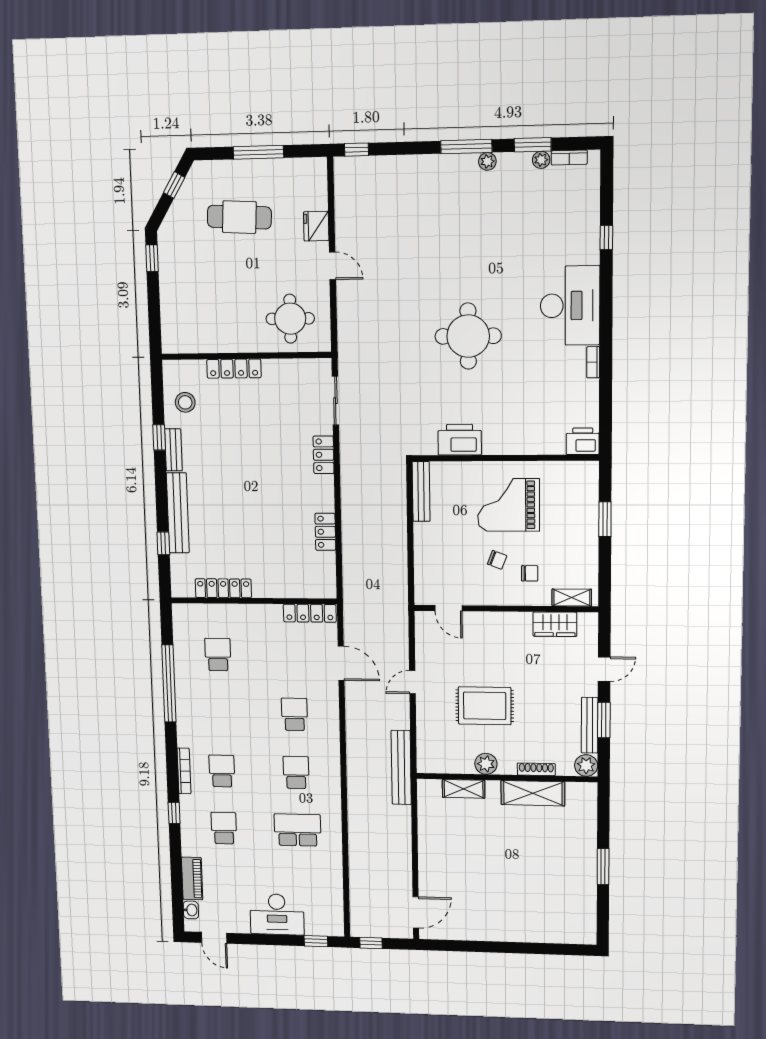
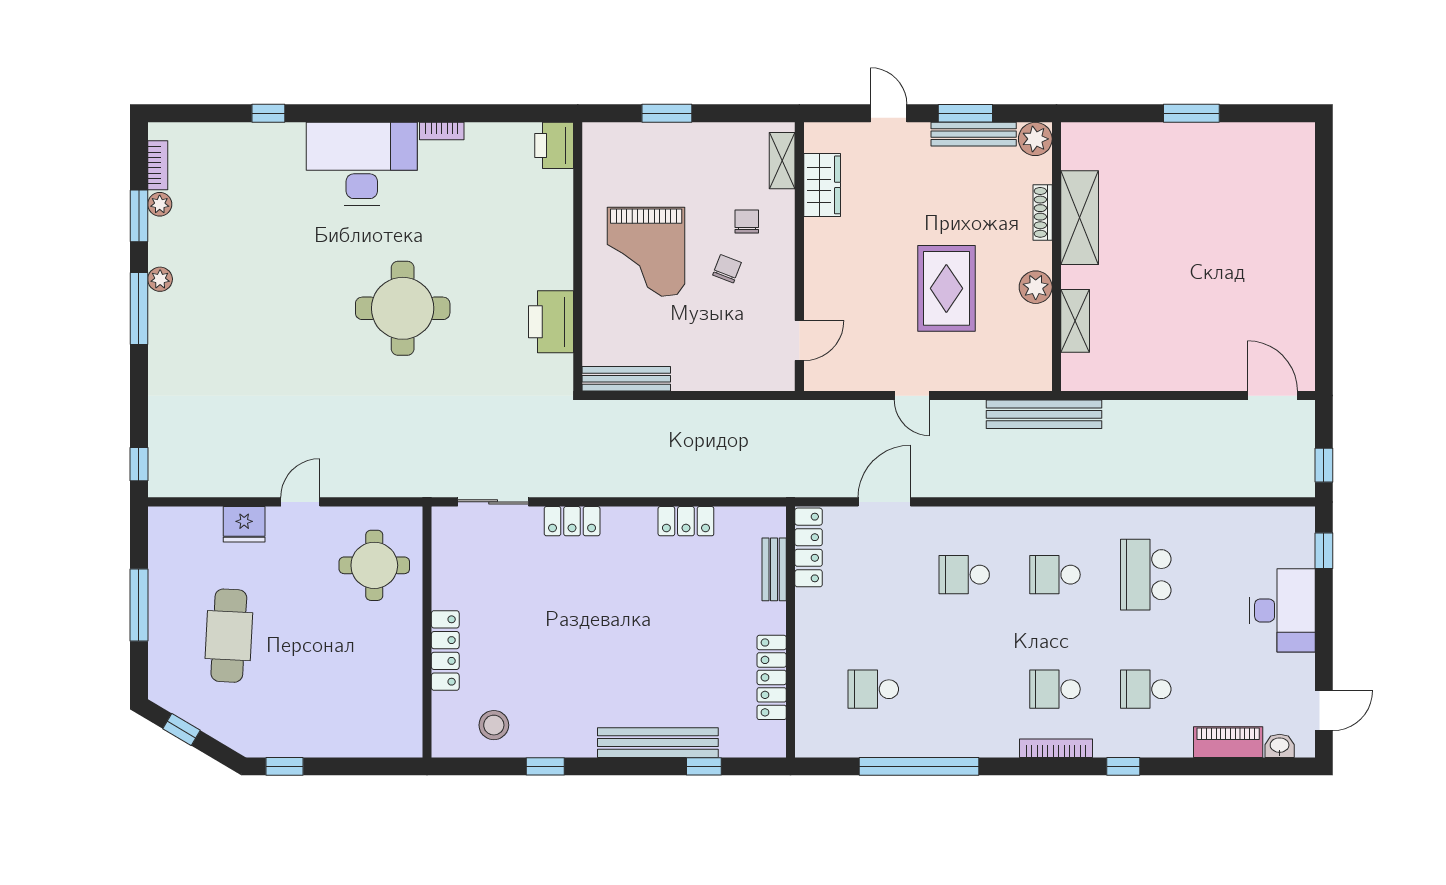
bench: (173, 450) -> (774, 569), moved, turned 90

